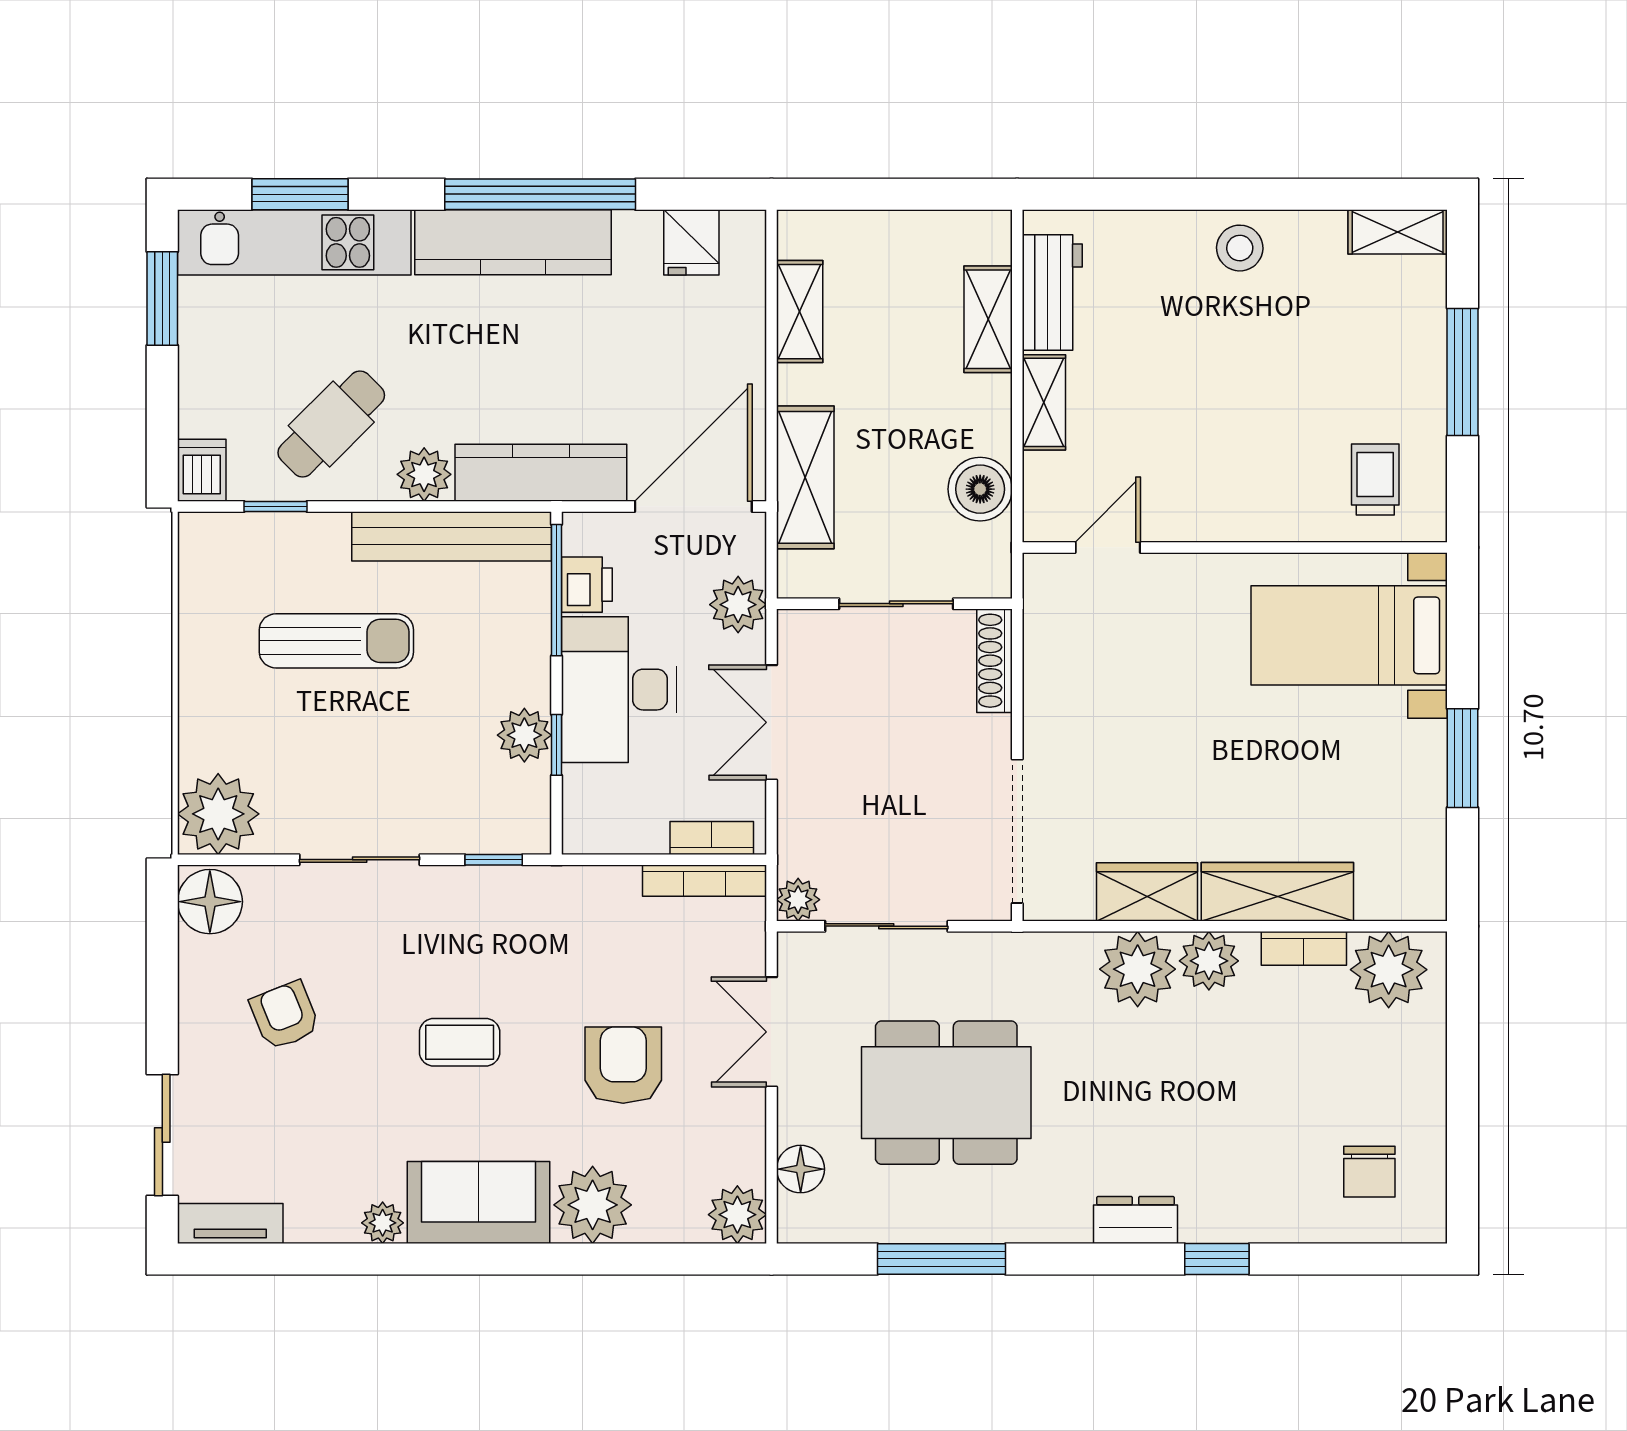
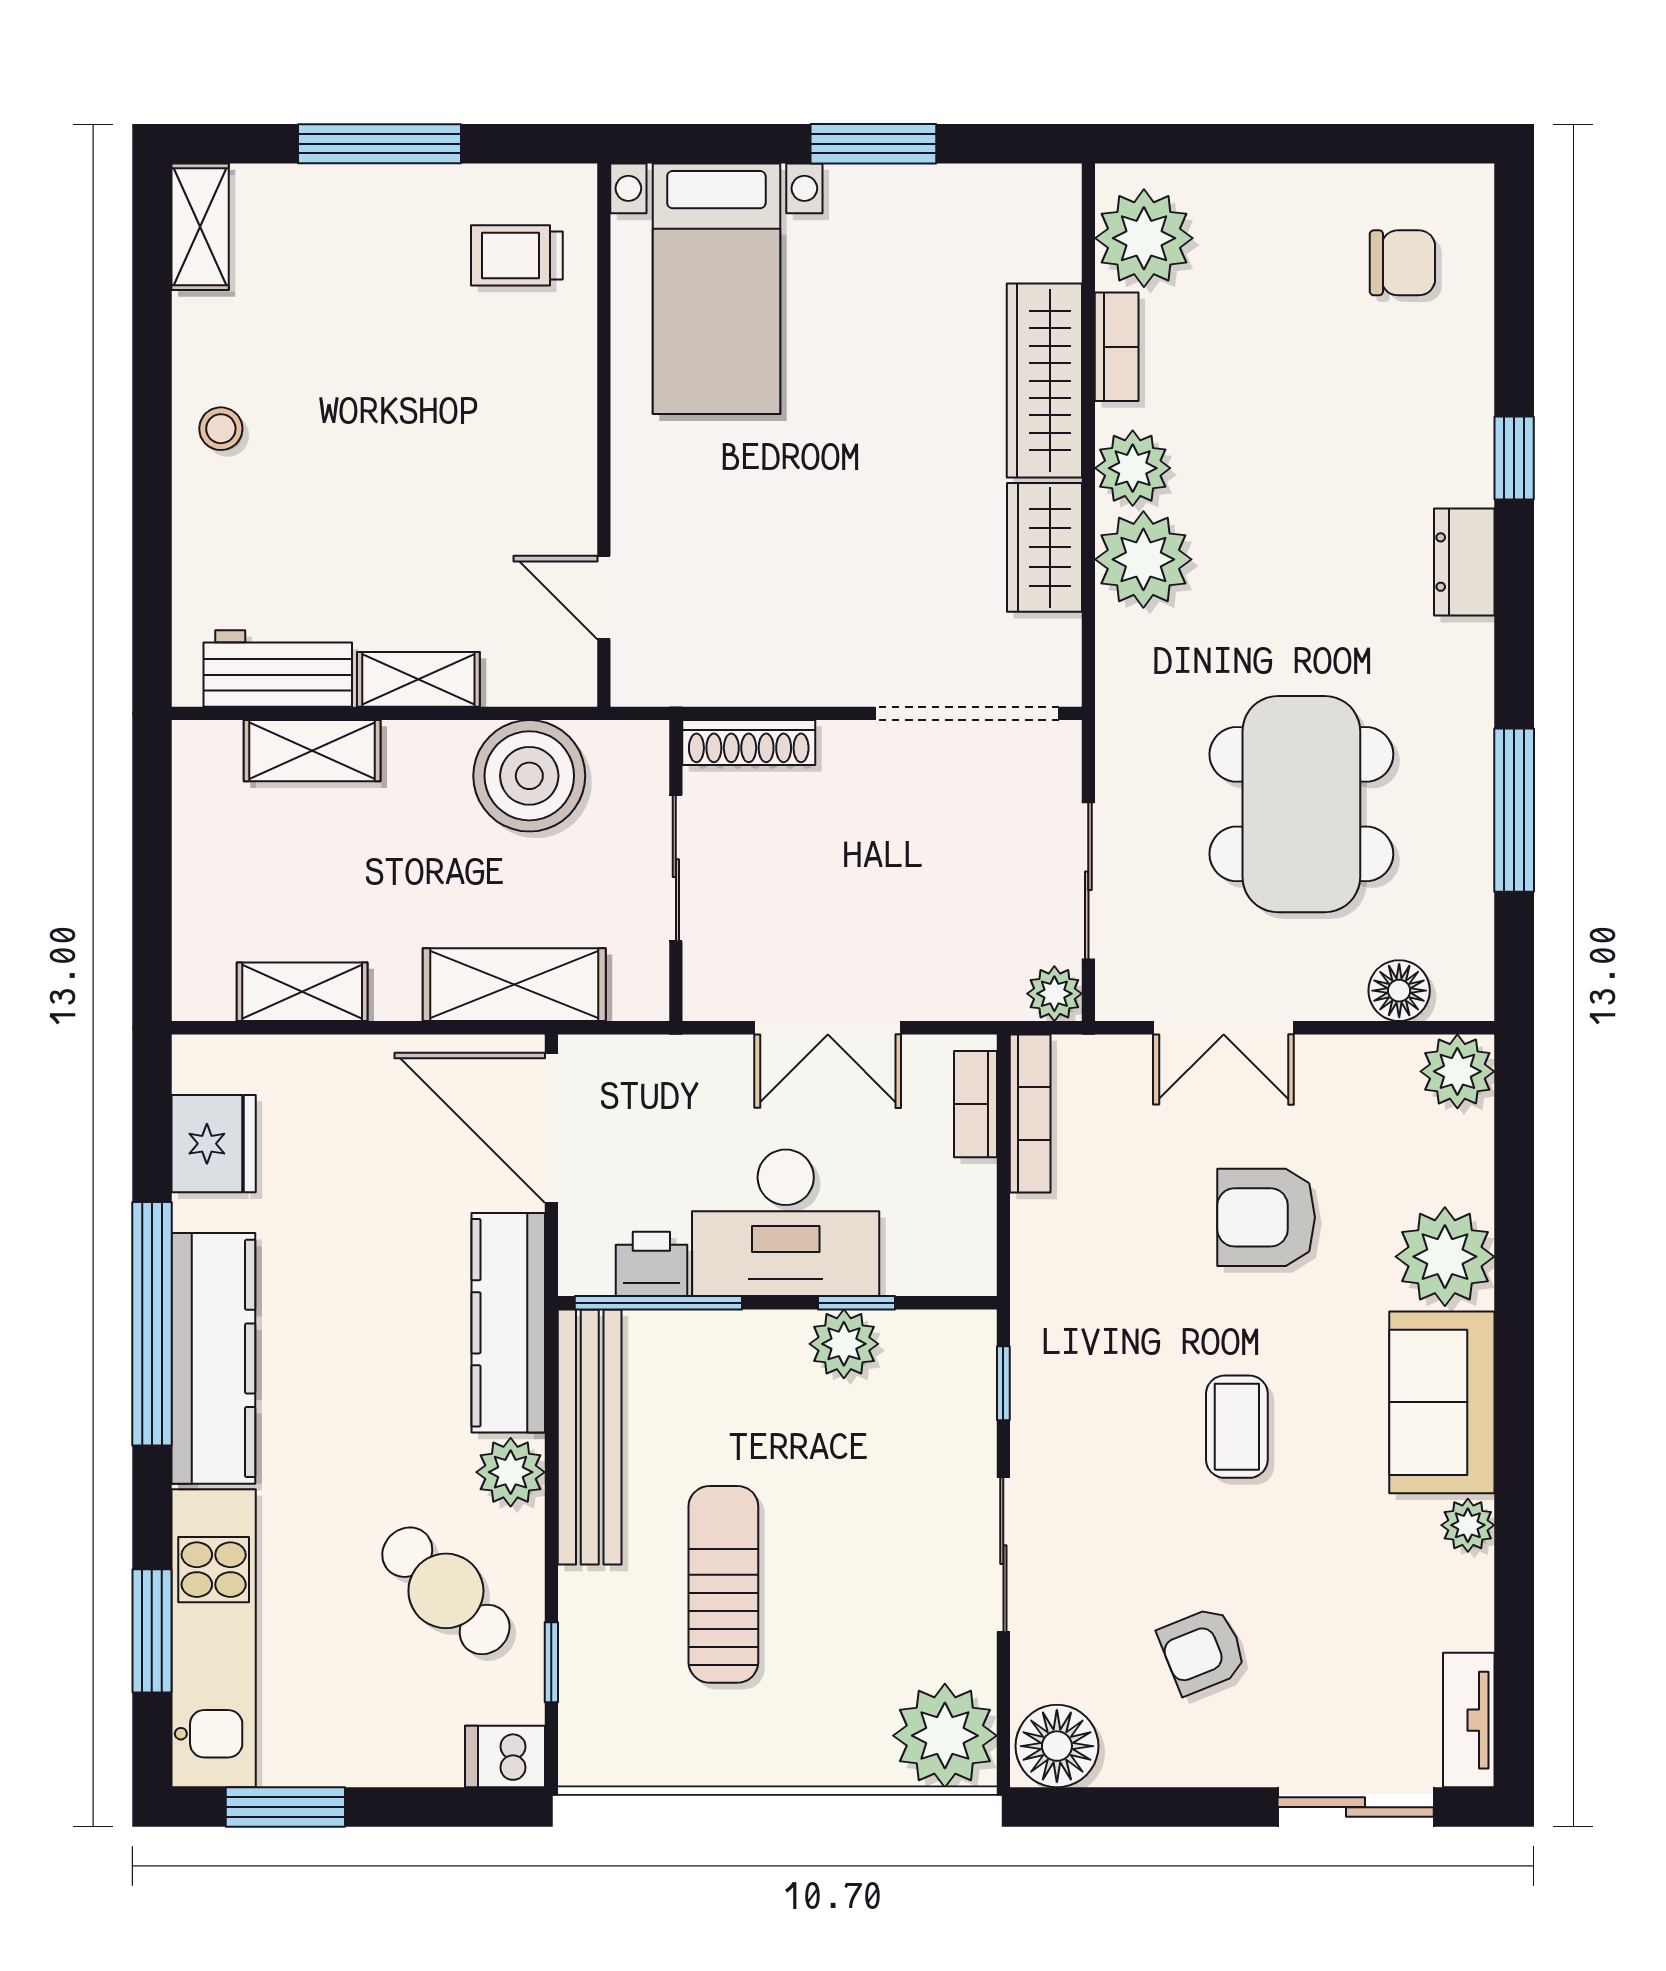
fridge: (691, 242) -> (214, 1144), width x1.38
stool: (1240, 248) -> (221, 429), width x0.73, depth x0.73
boiler: (980, 489) -> (529, 776), width x1.37, depth x1.37
plant: (738, 605) -> (677, 1071), removed

